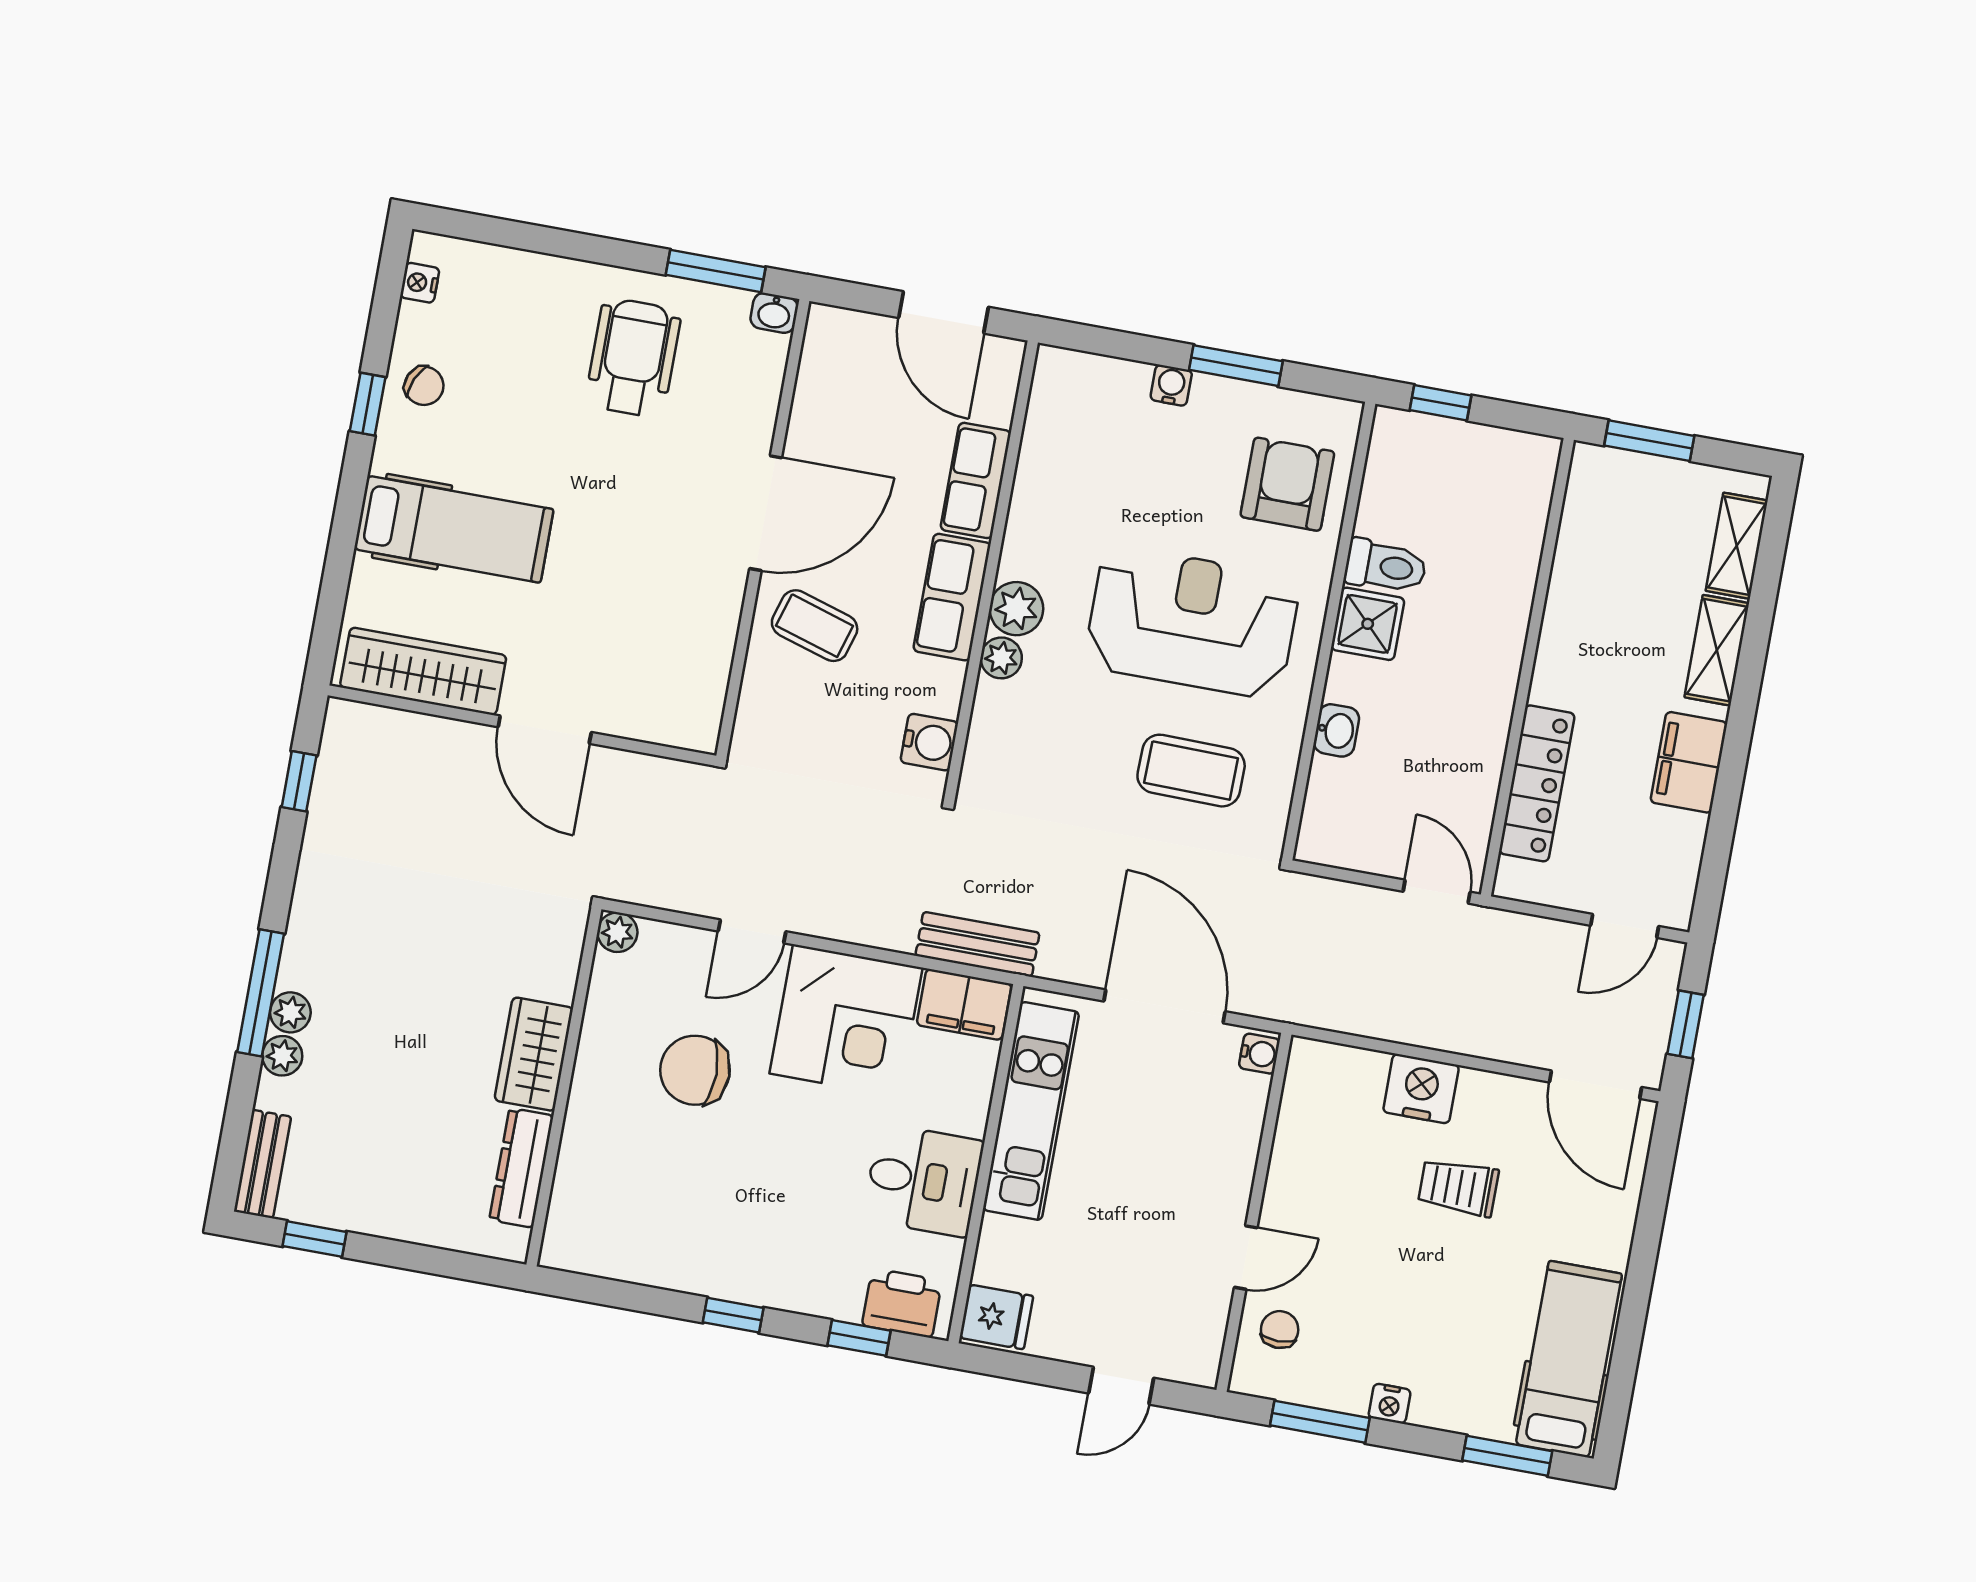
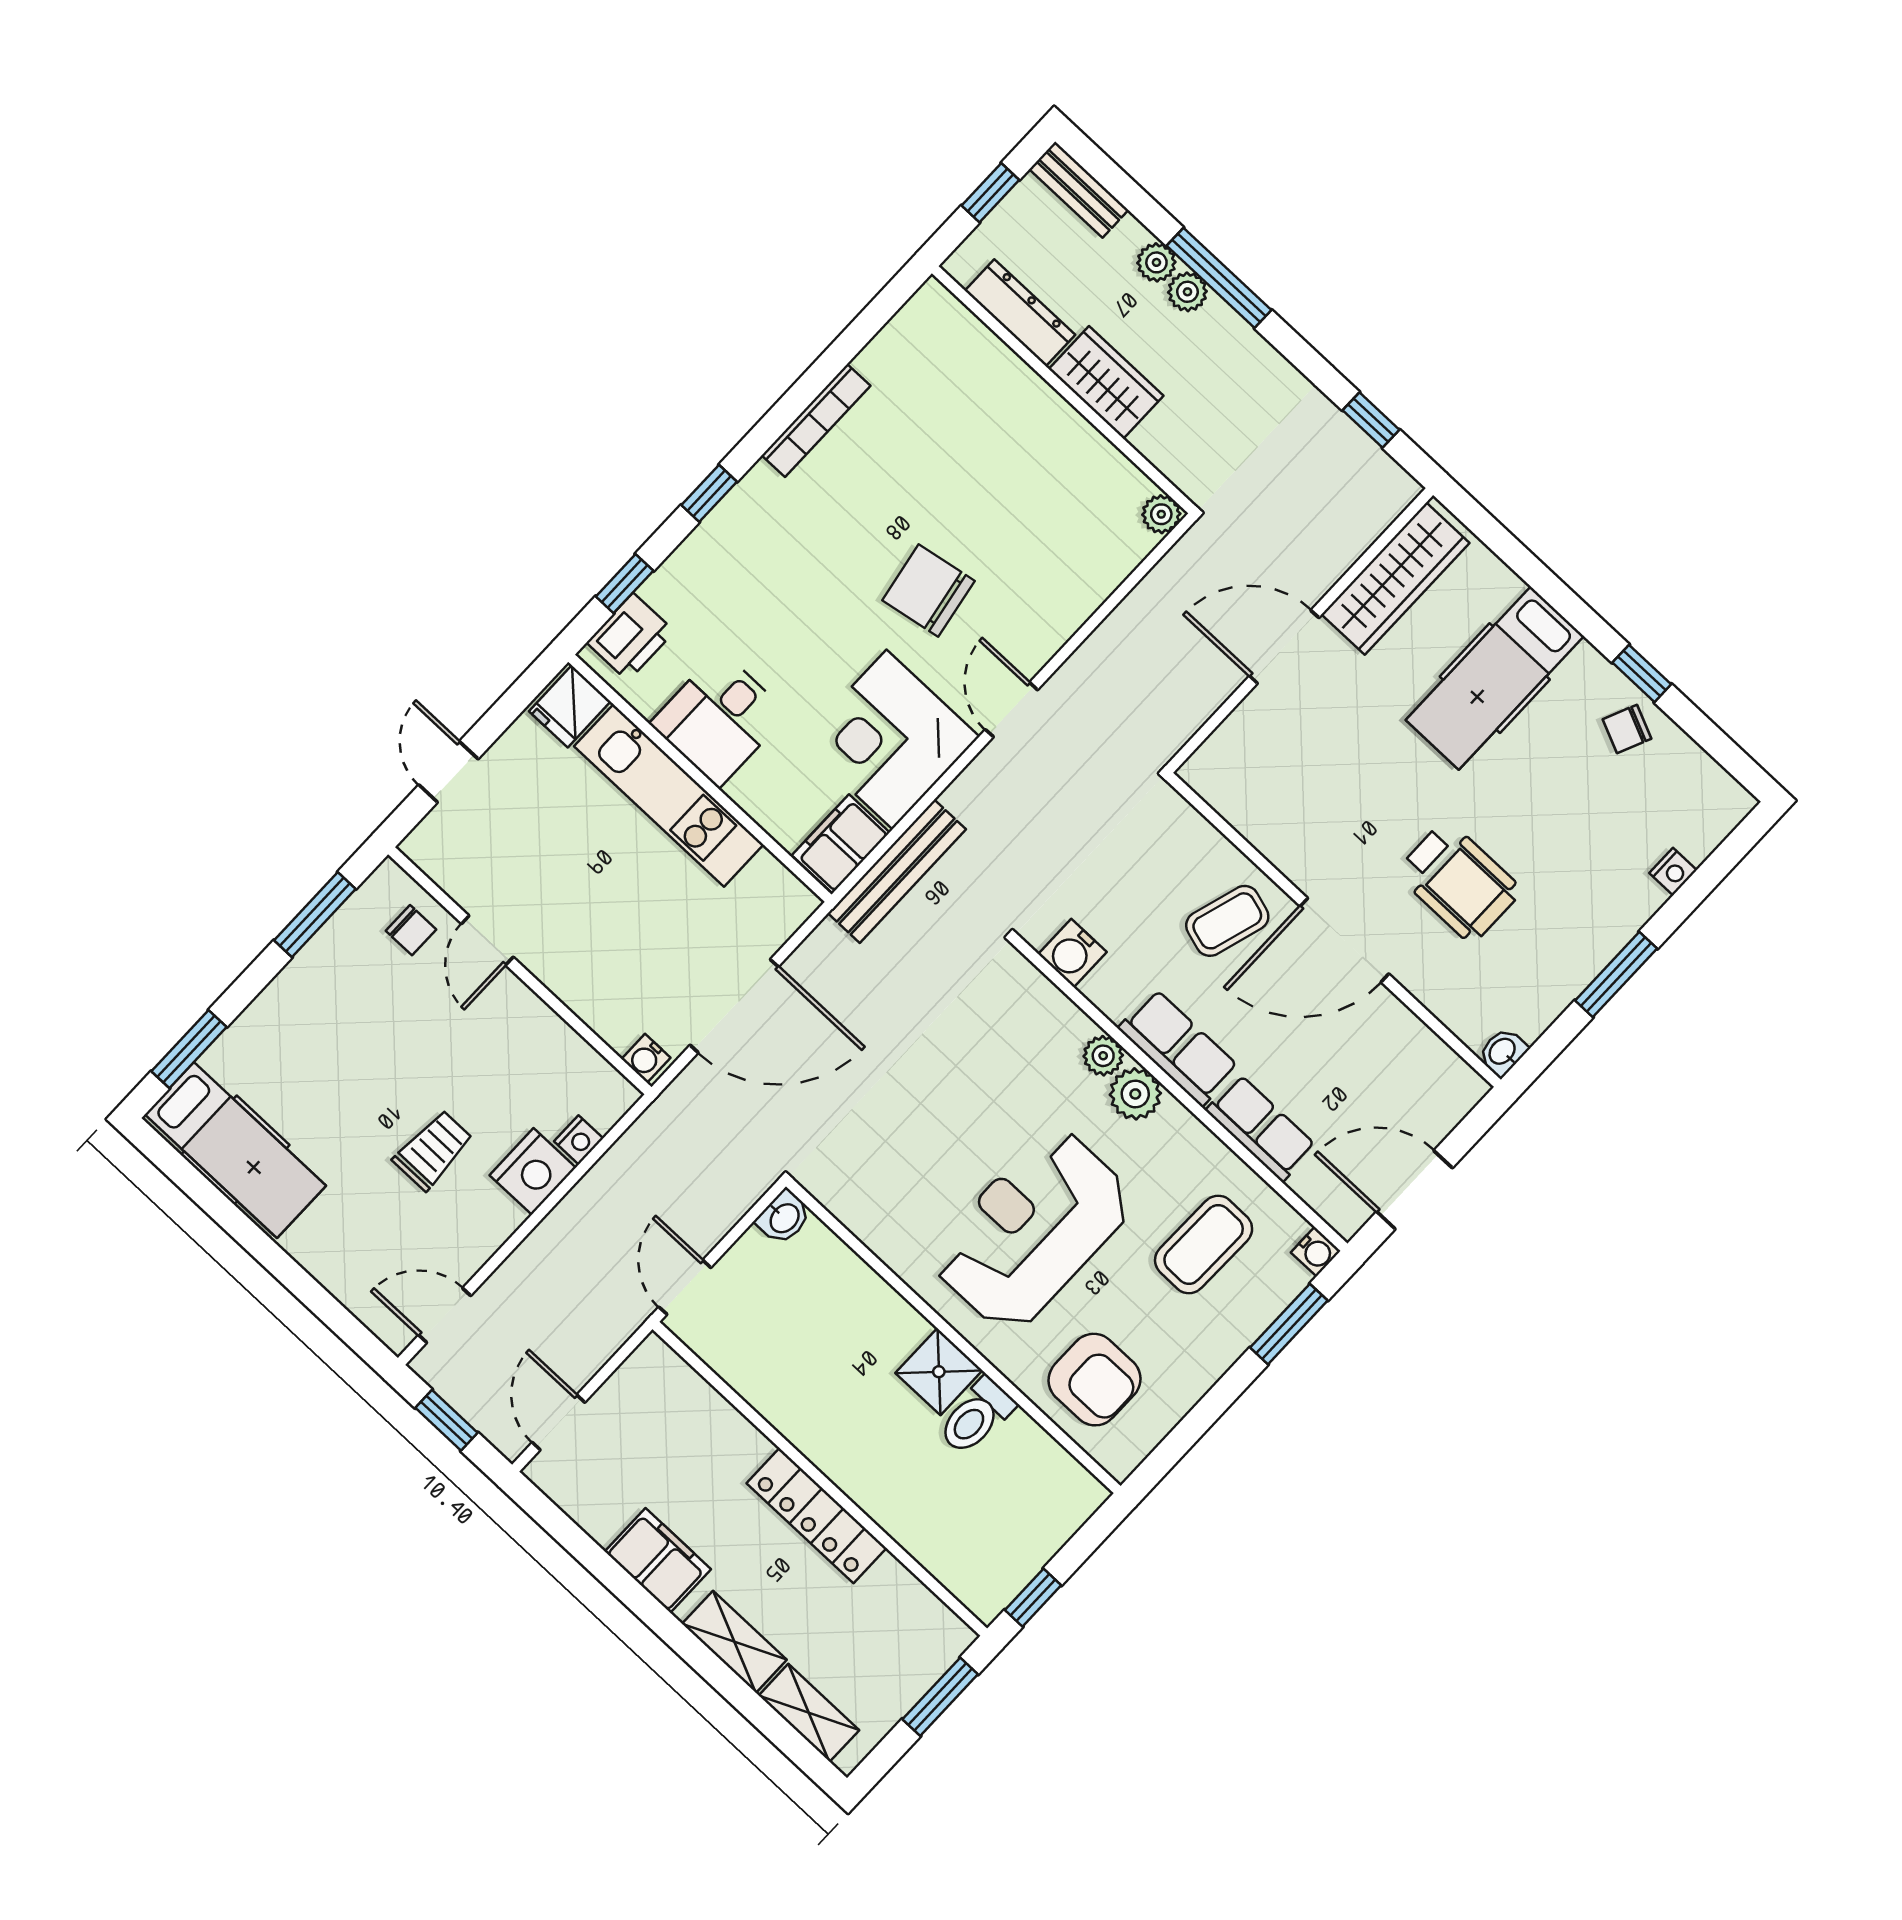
window: (716, 271) -> (1616, 975), moved
nightstand: (420, 283) -> (1673, 872), moved, turned 90
wheelchair: (633, 358) -> (1459, 882), moved
window: (1236, 366) -> (1289, 1324), moved
water cooler: (1171, 385) -> (1316, 1252), moved
window: (1441, 403) -> (1033, 1598), moved
door: (766, 513) -> (1344, 940), hinge flipped
reception desk: (1192, 622) -> (1032, 1230), turned 180
washbasin: (1336, 730) -> (784, 1217), moved, turned -90
coffee table: (1191, 771) -> (1204, 1244), moved
locker: (1537, 783) -> (817, 1516), moved
door: (1437, 892) -> (685, 1287), swing flipped
plant: (617, 932) -> (1161, 514), moved
bench: (977, 944) -> (897, 871), width x1.36
wardrobe: (534, 1054) -> (1106, 382), moved
chair: (695, 1070) -> (928, 591), turned -100
door: (1595, 1085) -> (445, 1315), width x0.73
wall: (564, 1087) -> (1063, 390), moved
kitchen unit: (1031, 1111) -> (669, 795), moved
dresser: (521, 1168) -> (1020, 313), moved
bookcase: (610, 1263) -> (816, 421), added
nightstand: (1390, 1404) -> (579, 1140), moved, turned 180

